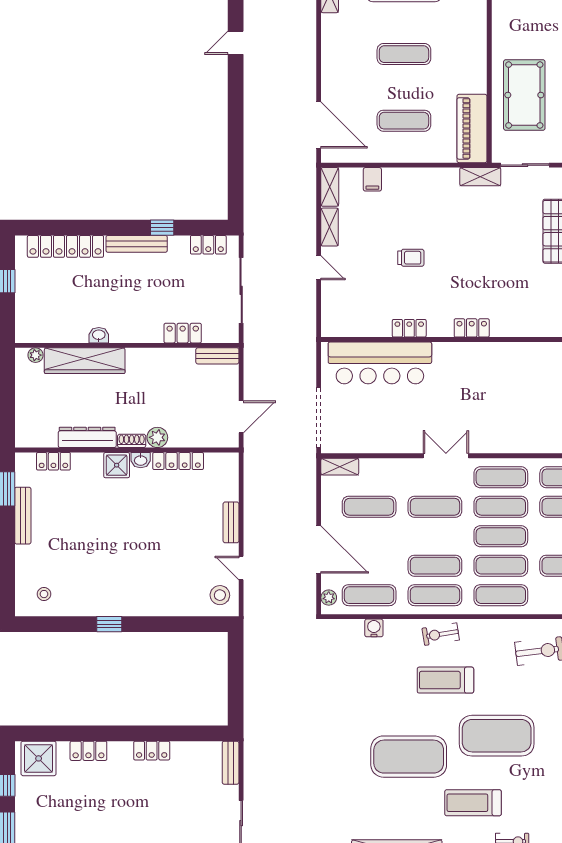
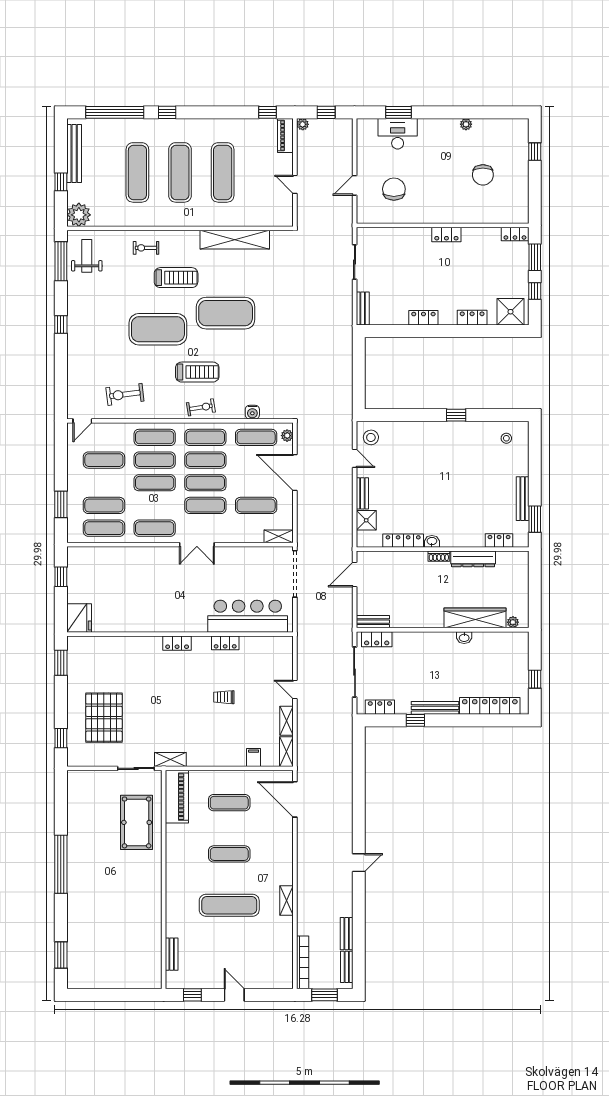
locker: (183, 333) -> (377, 639), moved
plant: (157, 437) -> (419, 559), removed
shower: (117, 465) -> (366, 520), moved
exercise mat: (501, 507) -> (205, 483), moved

